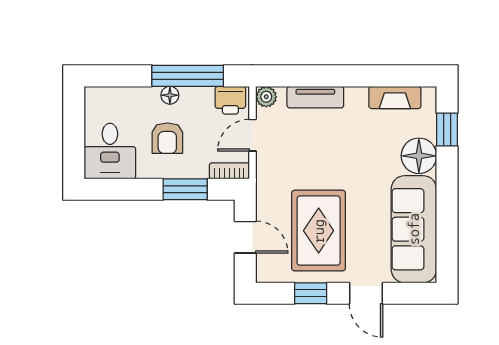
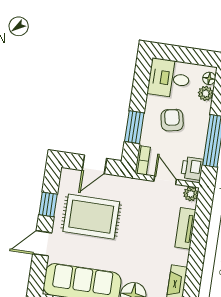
floor lamp: (170, 95) -> (209, 78), moved
plant: (123, 97) -> (206, 93), added
armchair: (167, 138) -> (172, 120), turned 79

